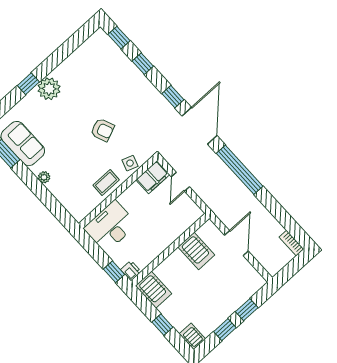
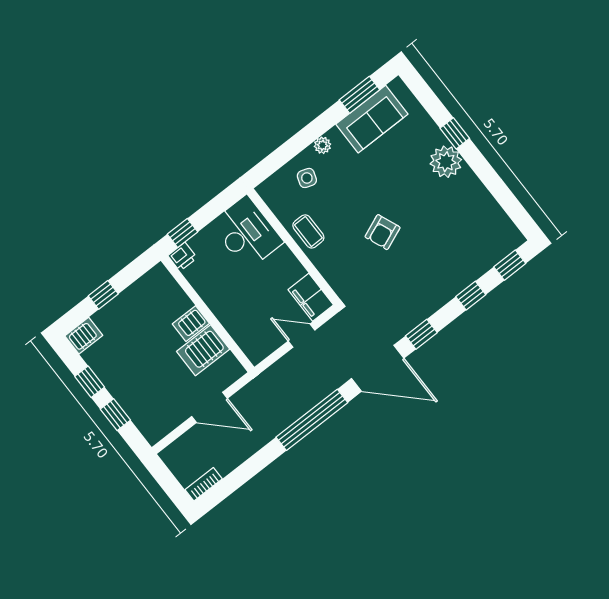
side table: (130, 163) -> (307, 178), moved
server rack: (153, 290) -> (191, 324), moved, width x0.73, depth x0.70

